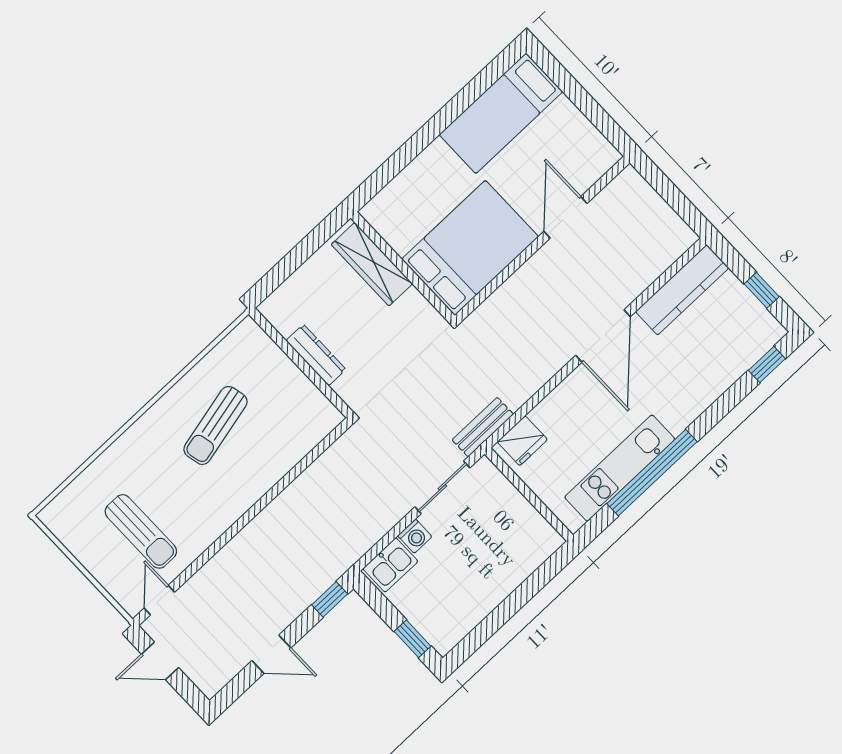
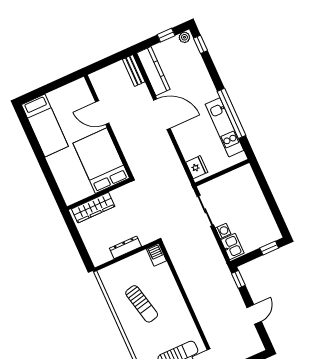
plant: (770, 328) -> (184, 37), added
barbecue: (322, 421) -> (156, 255), added
bench: (483, 427) -> (134, 70), moved

